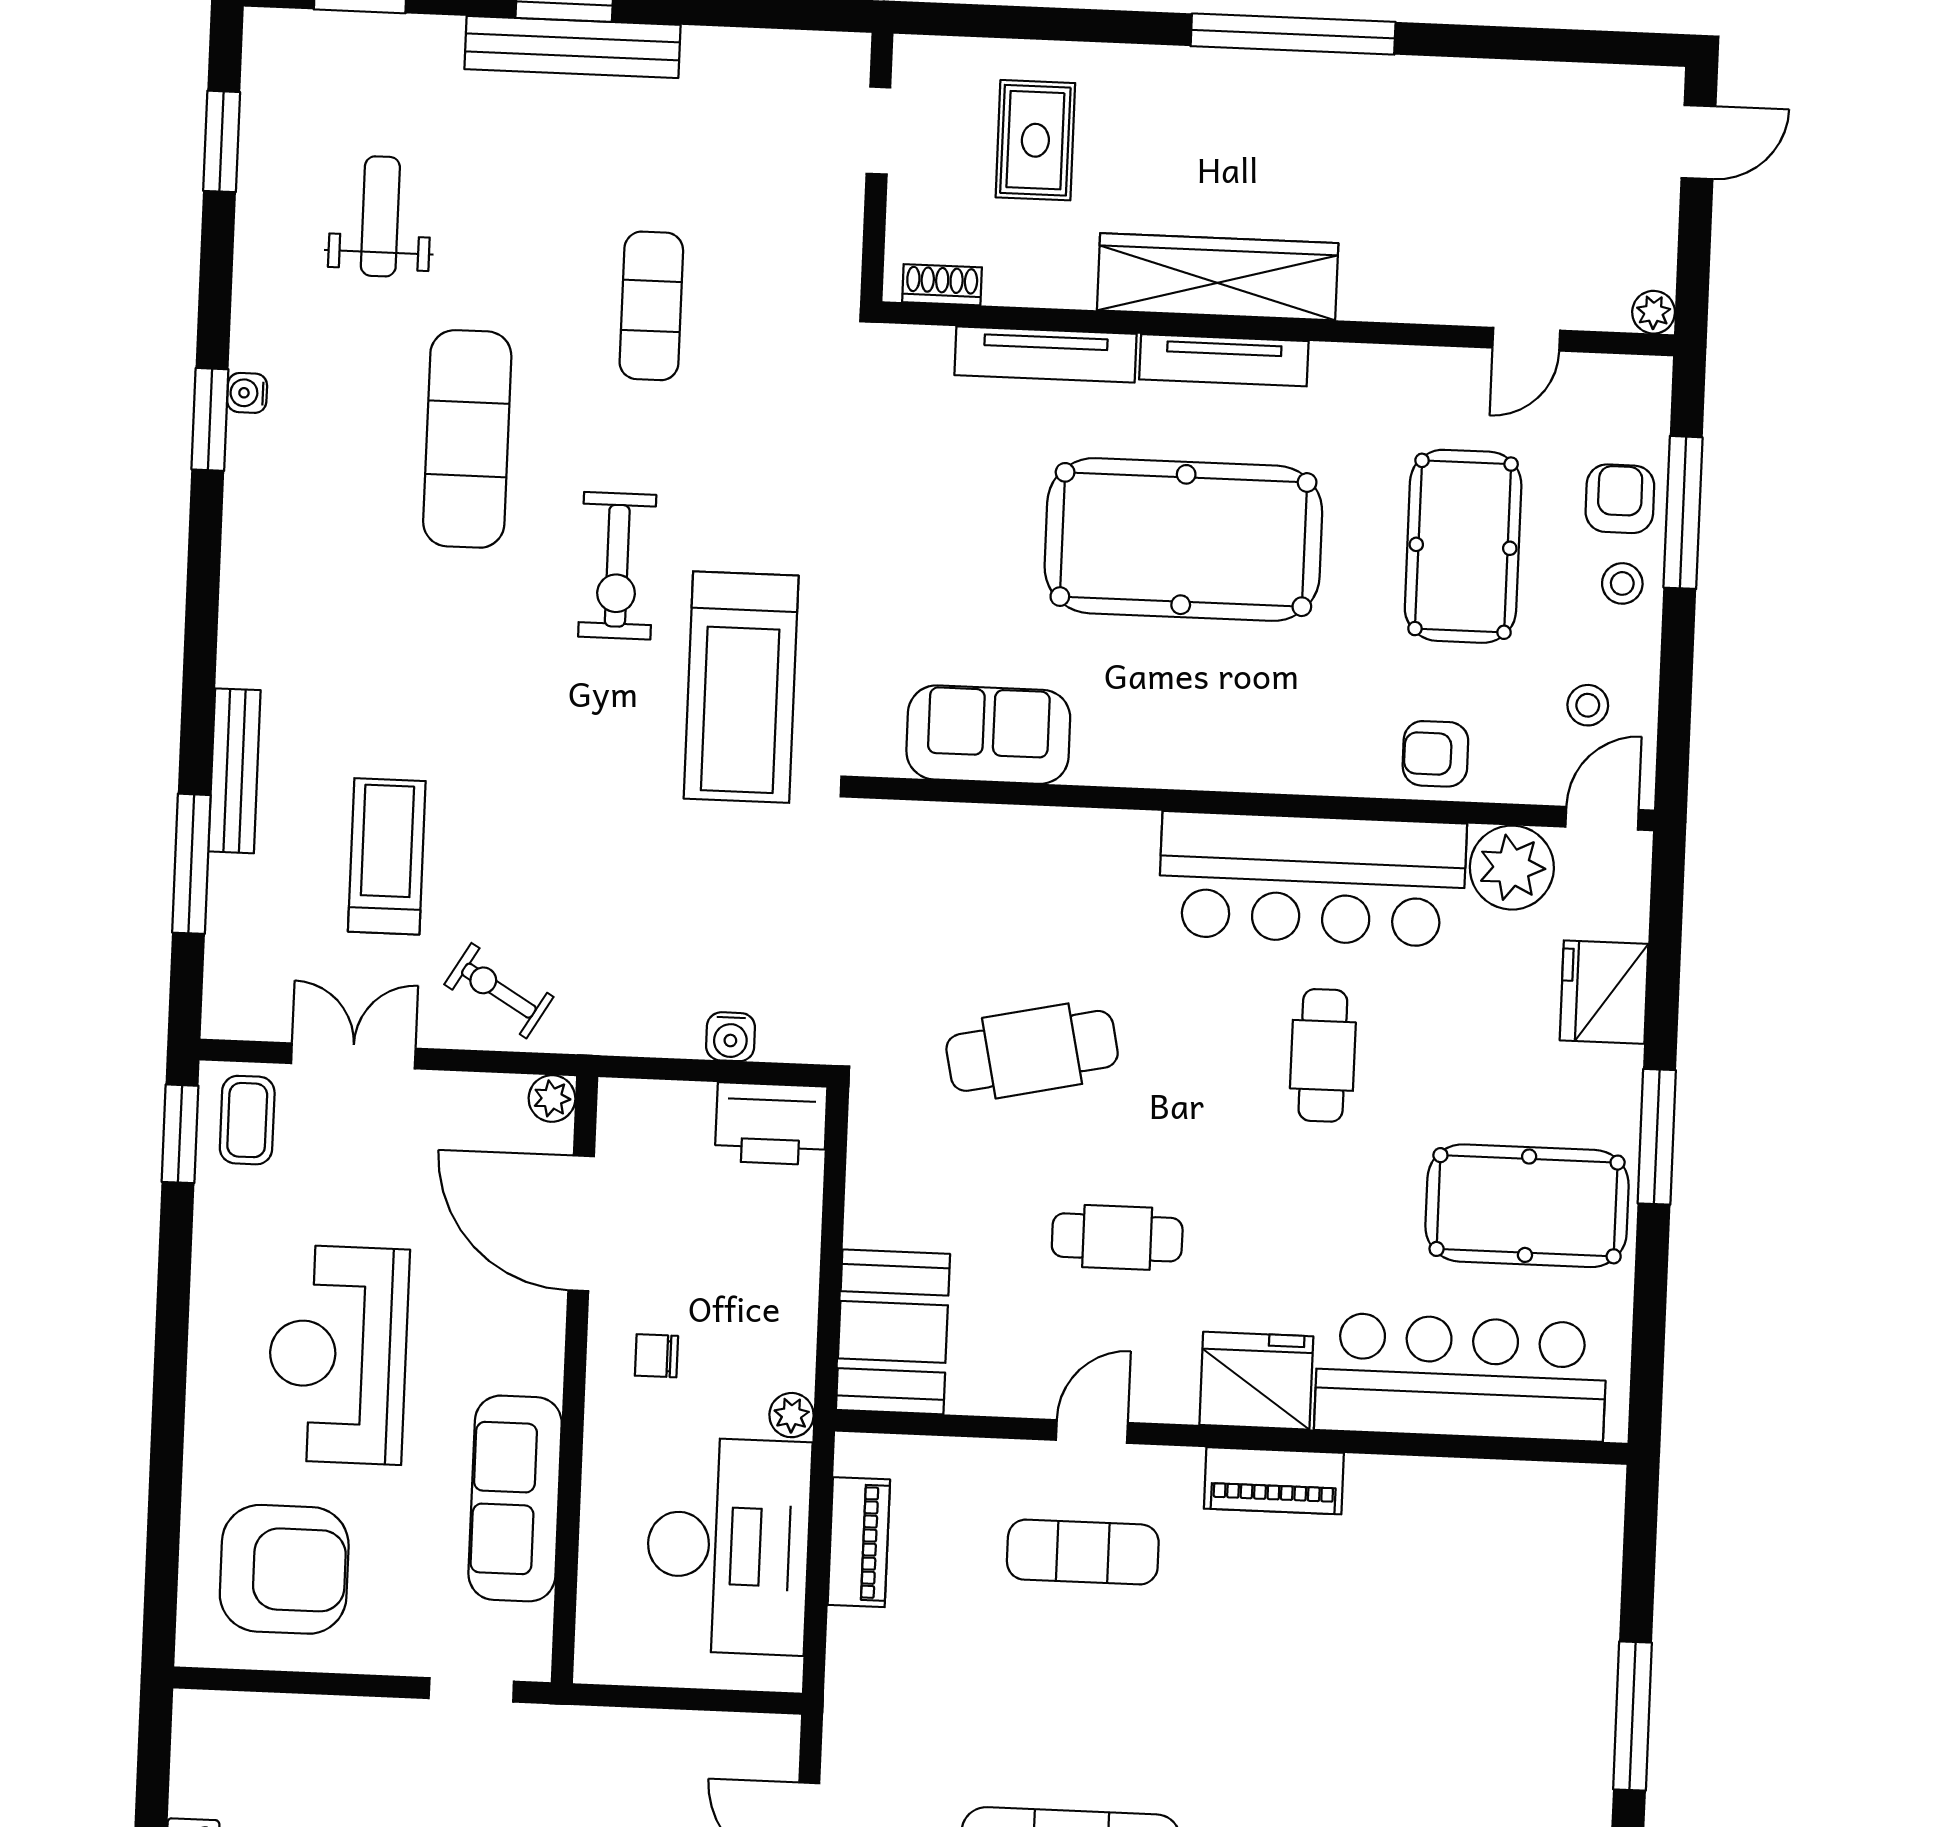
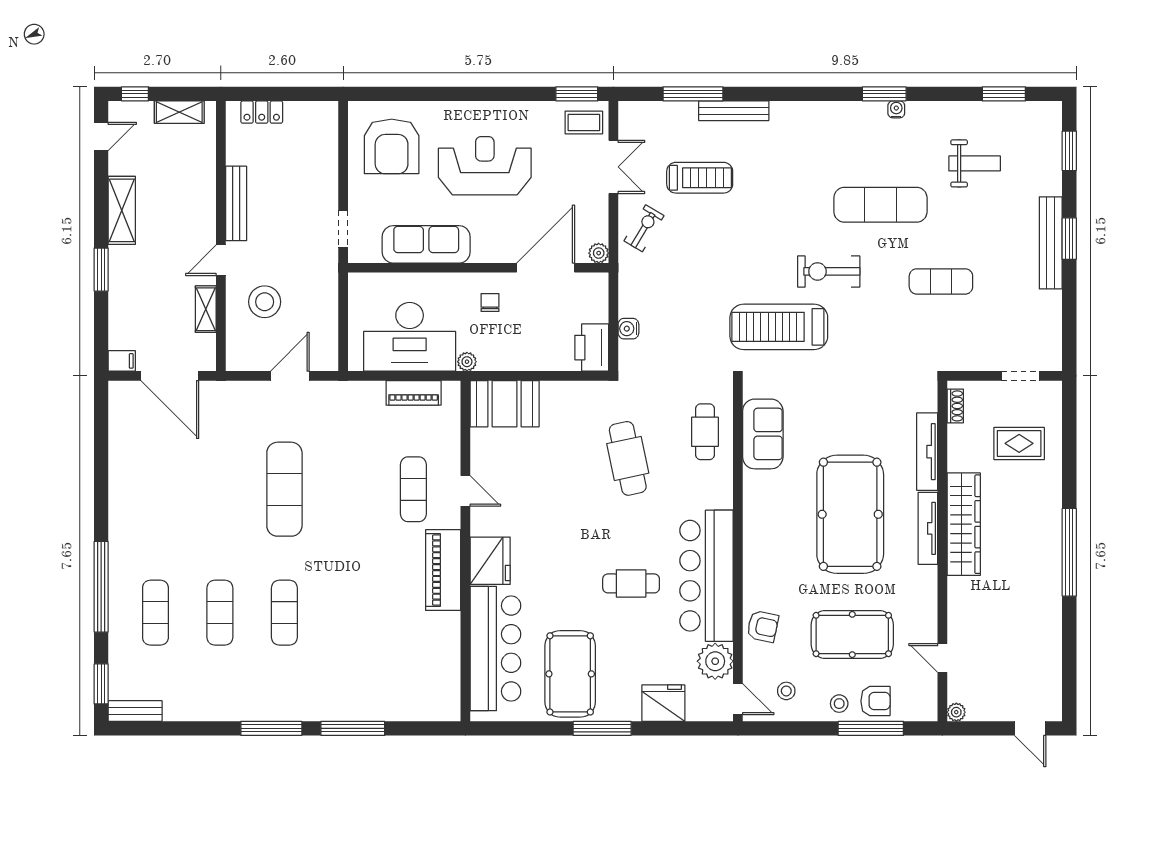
armchair: (1435, 754) -> (763, 626), turned 102
cafe table: (1117, 1237) -> (705, 432), moved
piano: (1274, 1481) -> (443, 570), width x1.37, depth x1.33

